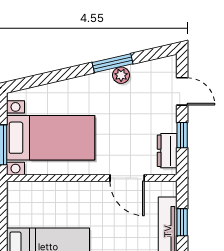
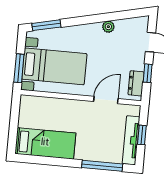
window: (113, 63) -> (46, 25), moved
door: (127, 178) -> (106, 100), swing flipped

